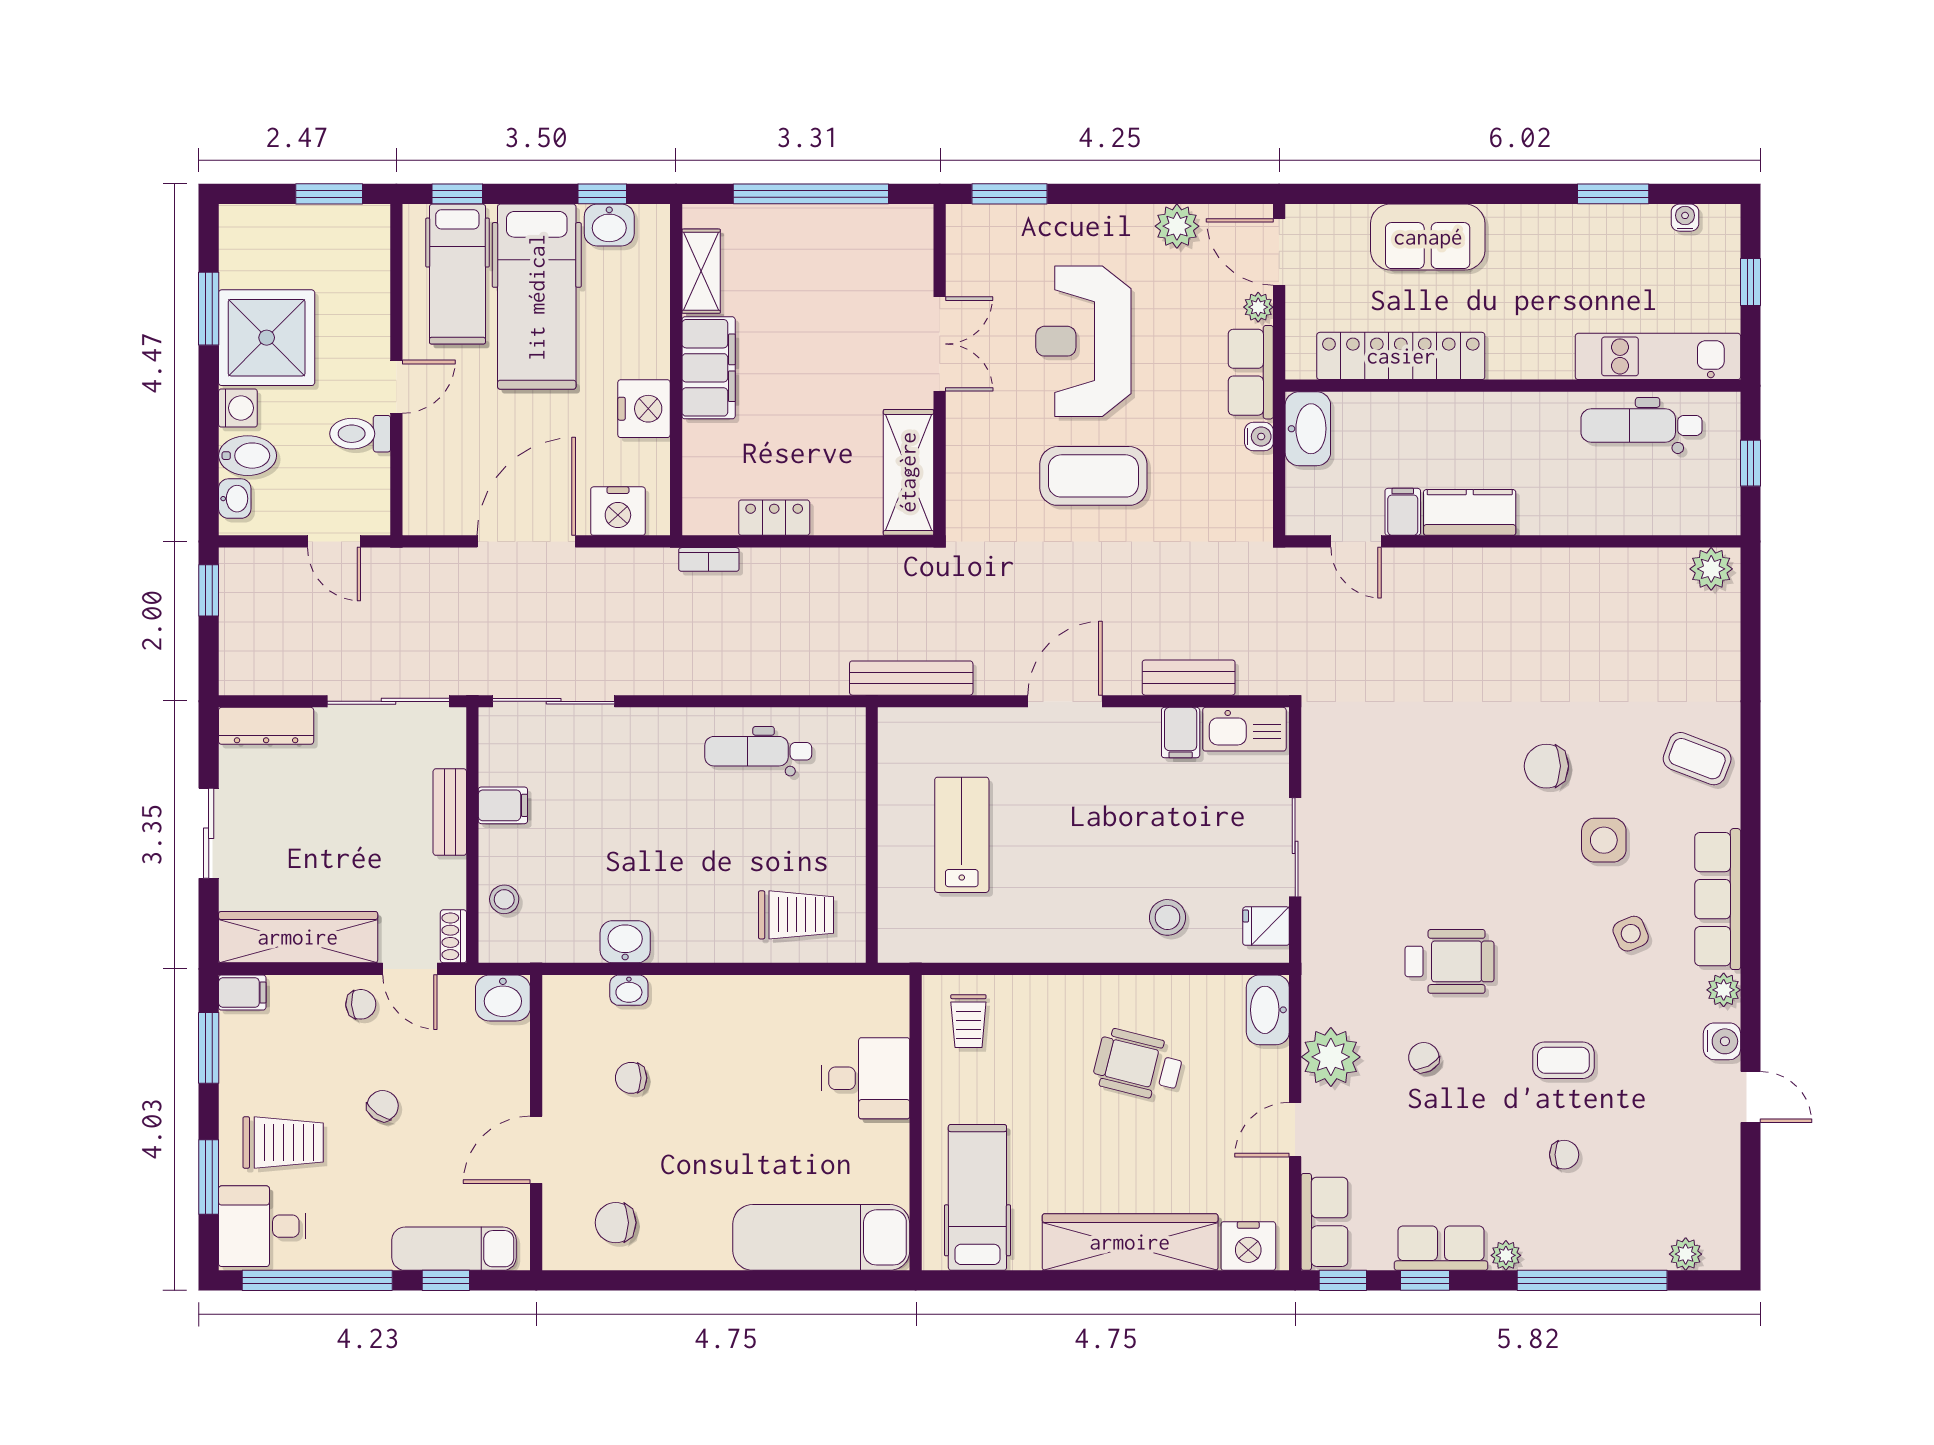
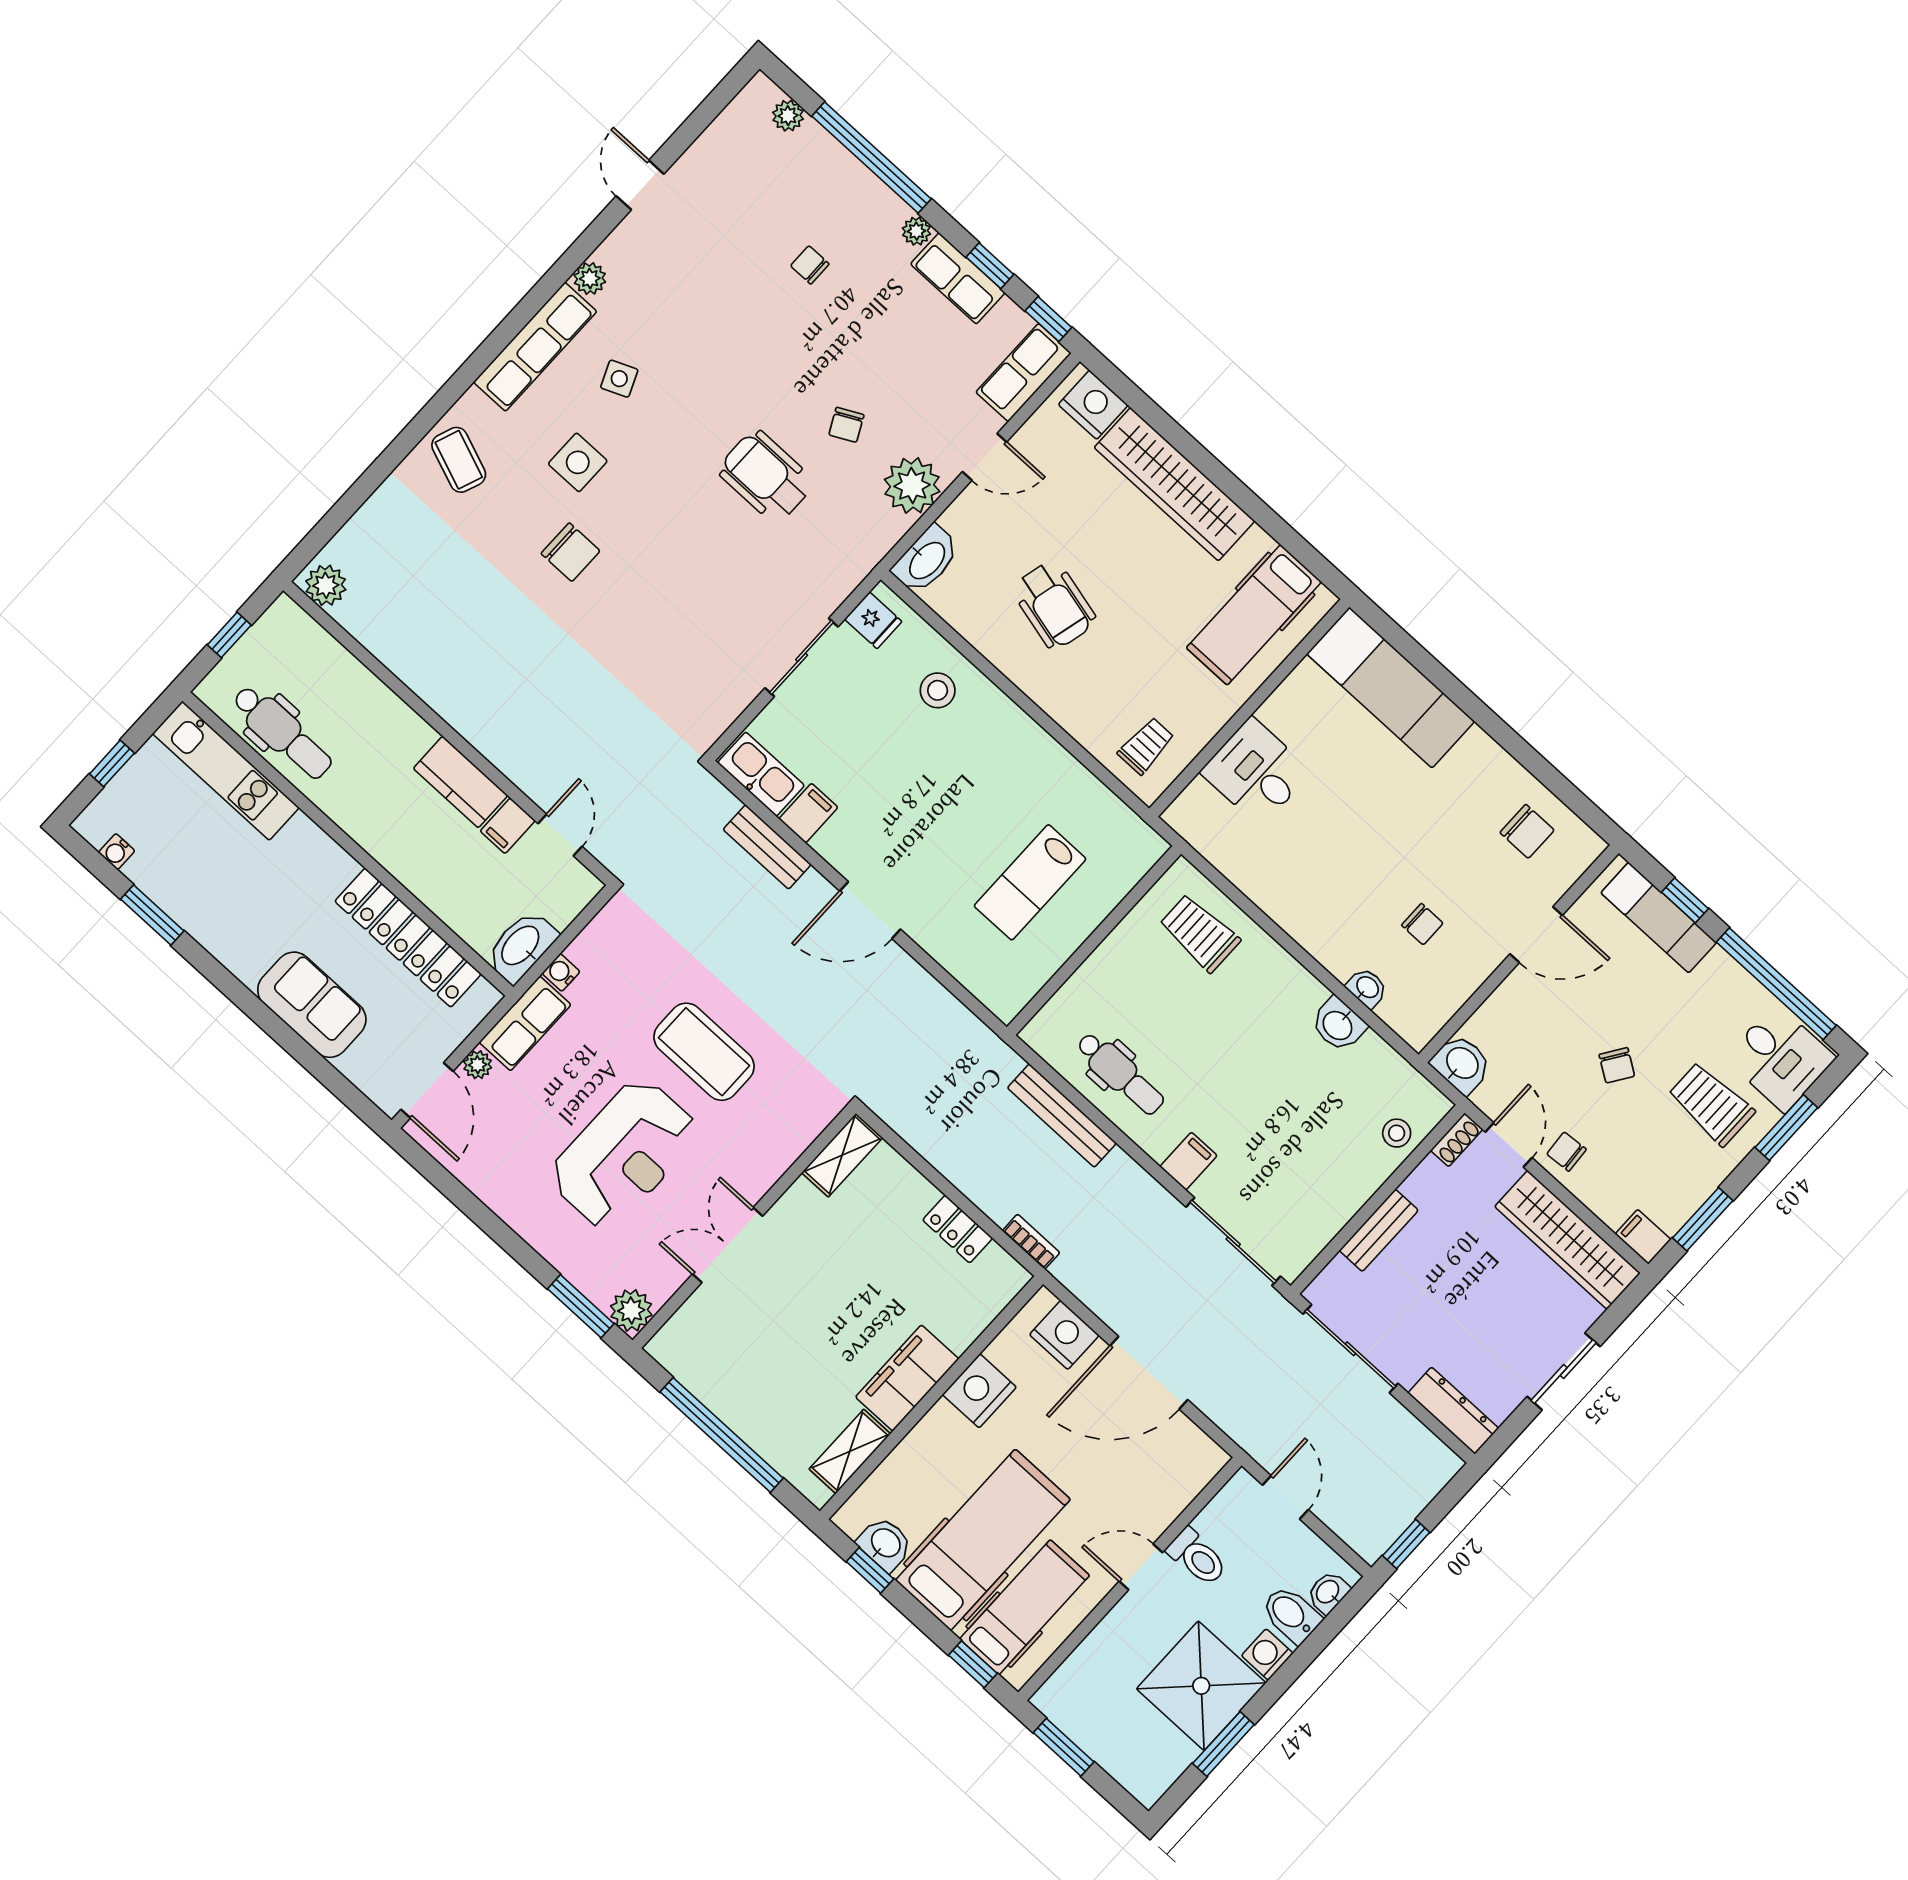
plant: (1177, 226) -> (631, 1310), moved
shelving: (908, 472) -> (842, 1155), width x0.67, depth x0.75
bench: (911, 678) -> (1062, 1116), moved
filing cabinet: (503, 805) -> (1188, 1161), moved, turned 90
water cooler: (1722, 1041) -> (624, 243), removed
coffee table: (1563, 1060) -> (749, 332), removed
chair: (383, 1106) -> (1617, 1065), turned -91

